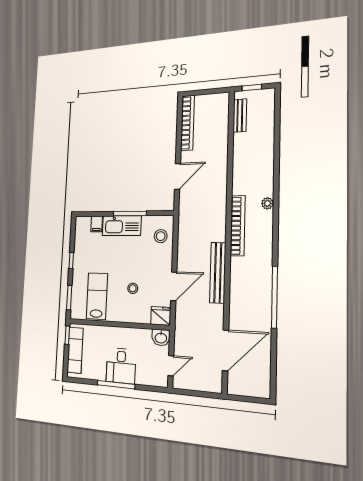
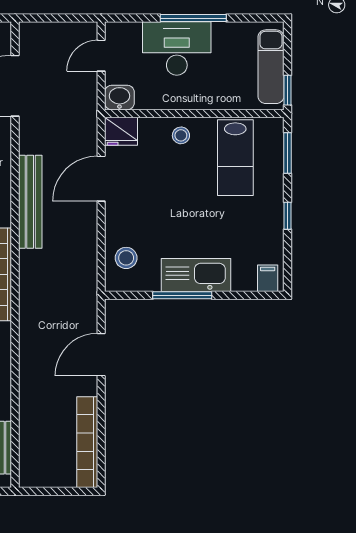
filing cabinet: (97, 224) -> (268, 278), moved
stool: (133, 288) -> (181, 135), moved
desk: (121, 366) -> (177, 48), width x1.37

